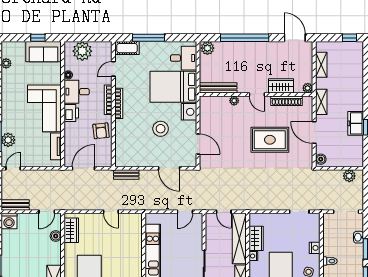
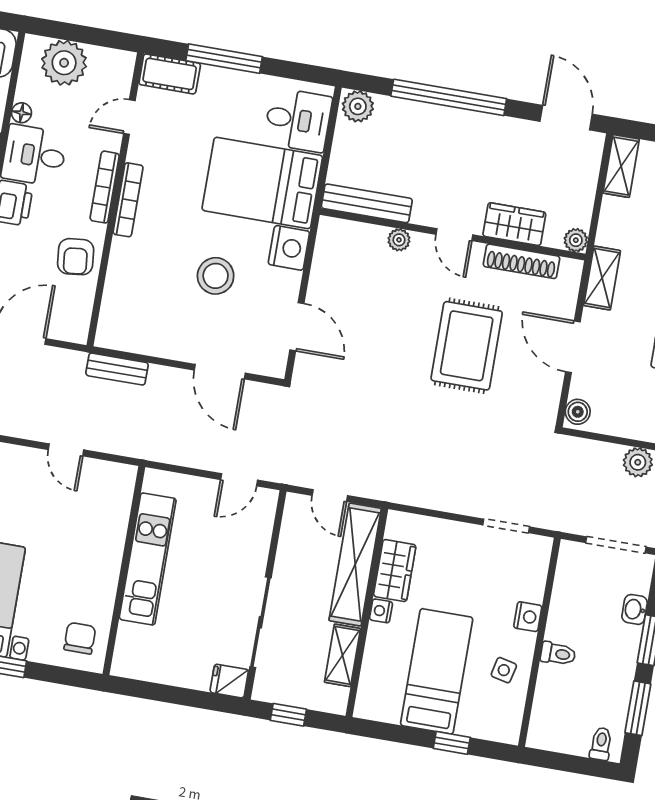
shelving: (321, 65) -> (621, 166), moved
rug: (270, 140) -> (467, 346), turned 90

